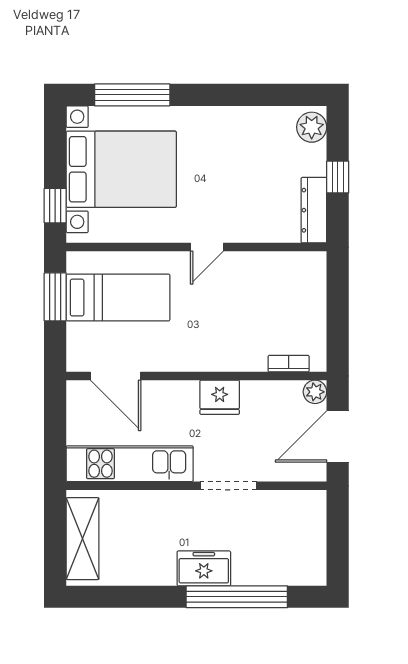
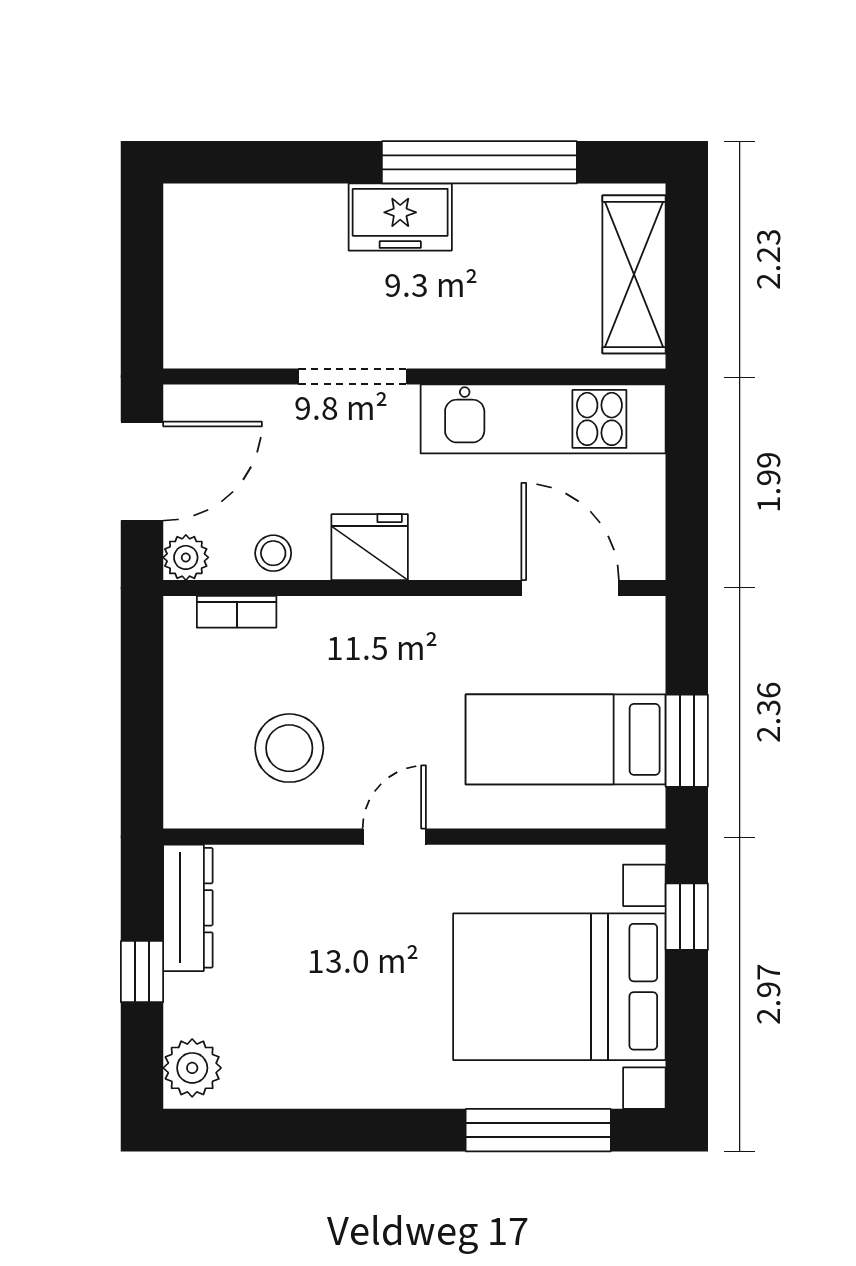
stool: (261, 293) -> (289, 748), added
stool: (270, 394) -> (273, 553), added
window: (237, 597) -> (479, 162), moved

